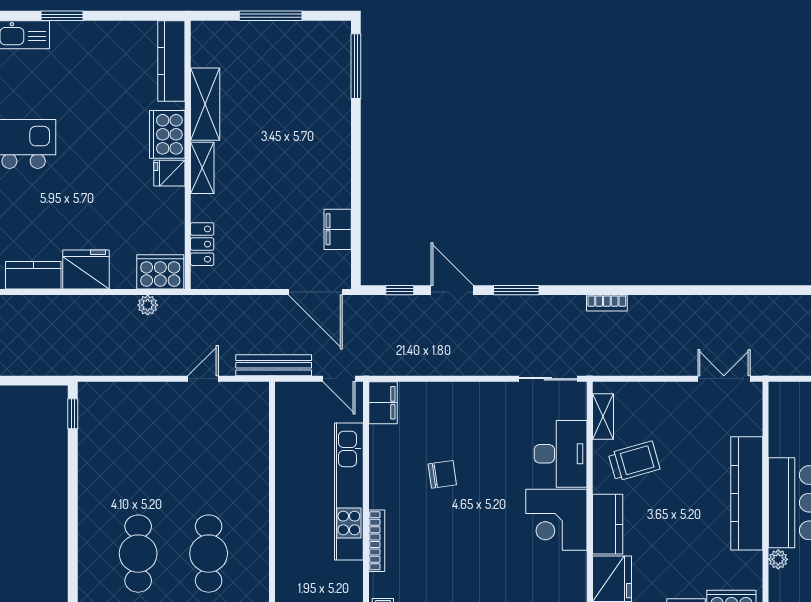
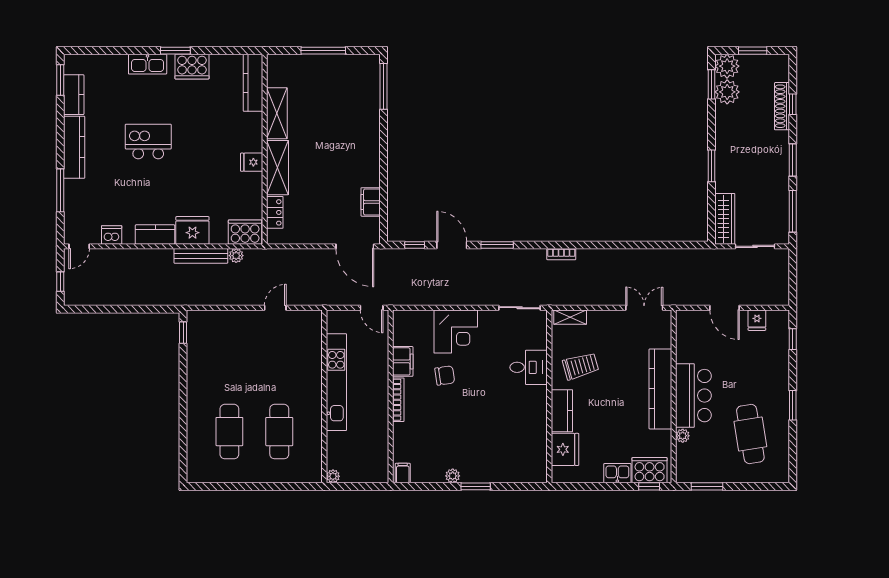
cooker: (167, 134) -> (192, 67), moved, turned -90
shelving: (202, 168) -> (278, 168), width x1.50, depth x1.33
bench: (274, 365) -> (201, 256), moved
filing cabinet: (383, 403) -> (403, 361), moved
shelving: (603, 417) -> (570, 317), moved, turned 90
desk: (561, 454) -> (529, 367), width x0.73
kitchen unit: (349, 491) -> (336, 382), moved, turned 180
corner desk: (556, 520) -> (456, 331), moved, turned -90
bookcase: (377, 541) -> (398, 400), moved

